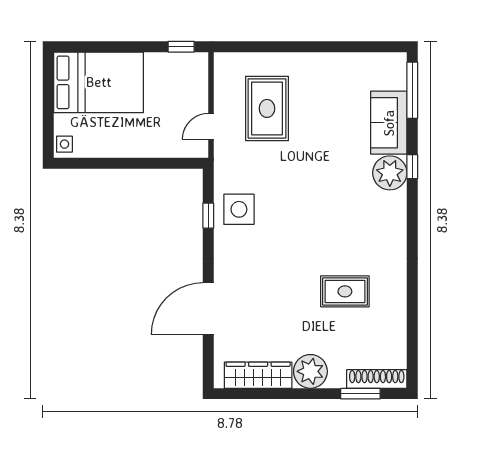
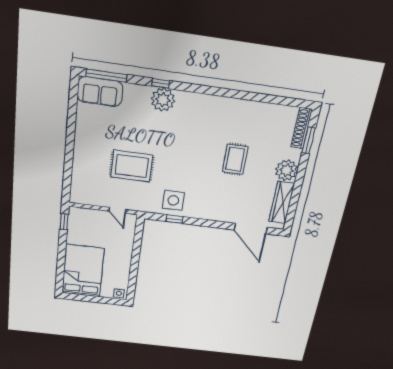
rug: (267, 108) -> (132, 166), moved
sofa: (389, 123) -> (100, 92), moved
rug: (345, 291) -> (235, 159), moved
door: (208, 309) -> (251, 229), moved

